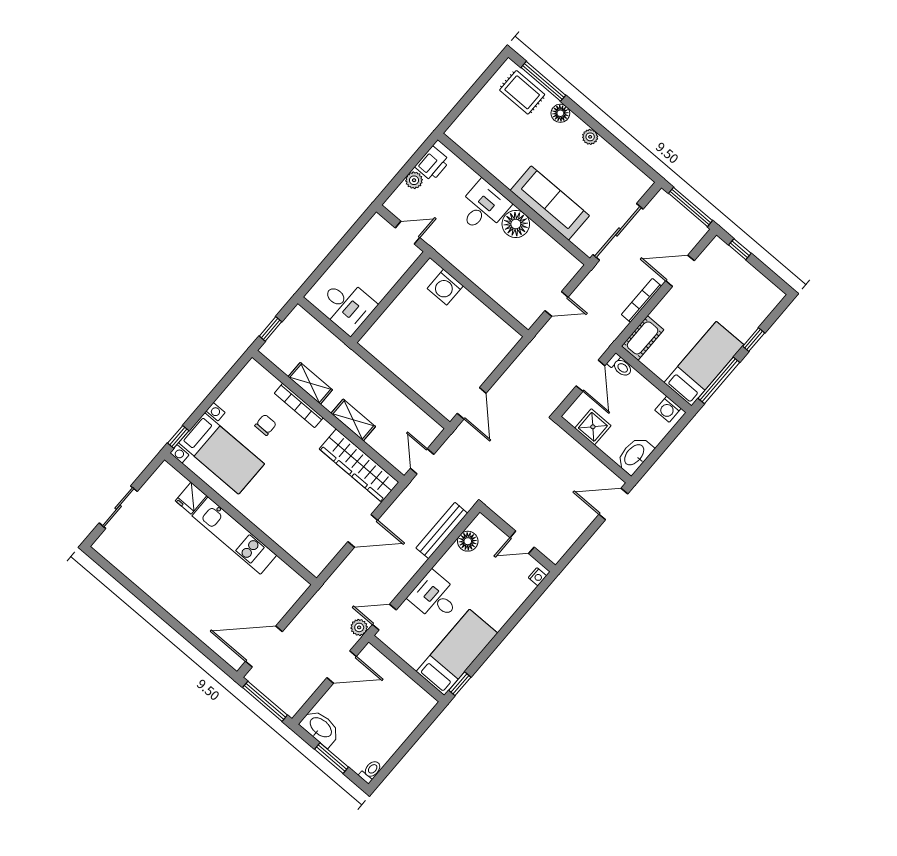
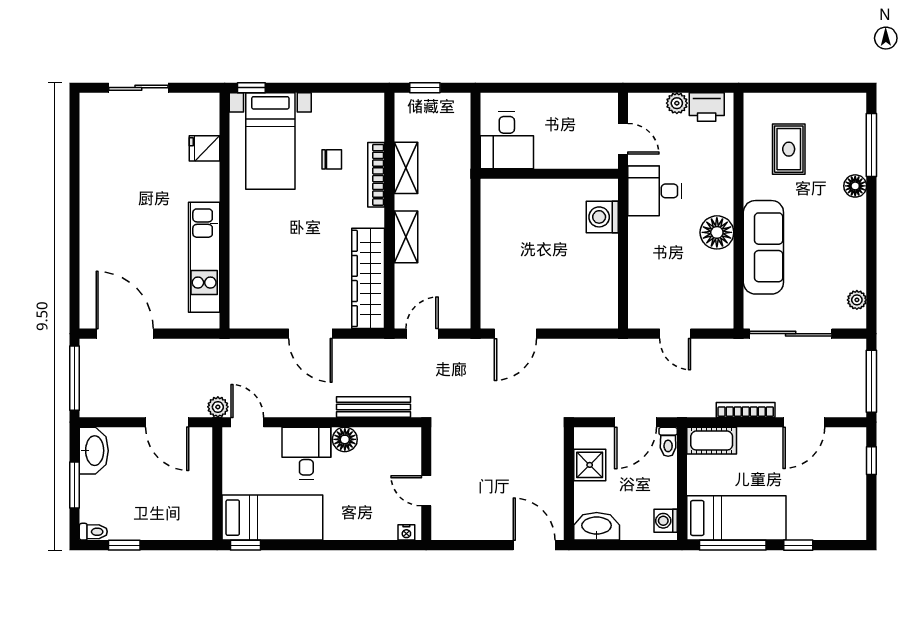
rug: (522, 92) -> (789, 149), moved
plant: (590, 137) -> (857, 300), moved
desk: (483, 207) -> (655, 191), moved, turned 180
door: (680, 271) -> (804, 422), swing flipped
kitchen unit: (234, 536) -> (204, 257), moved
floor lamp: (468, 541) -> (345, 439), moved
window: (395, 759) -> (124, 545), added

